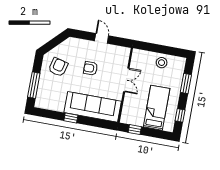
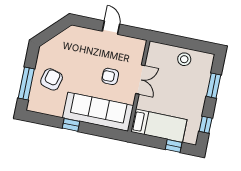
armchair: (58, 67) -> (52, 79), moved
armchair: (91, 68) -> (110, 76), moved
bed: (157, 108) -> (159, 126), moved, turned 90
window: (135, 130) -> (174, 146), moved

